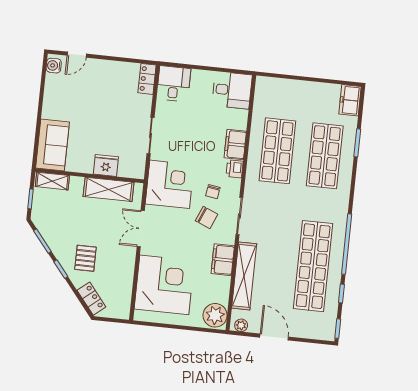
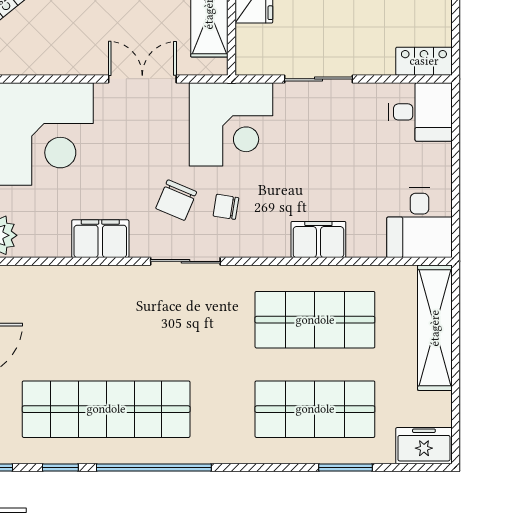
printer: (235, 169) -> (273, 243), removed
shelving: (244, 276) -> (435, 328), moved, turned 90

